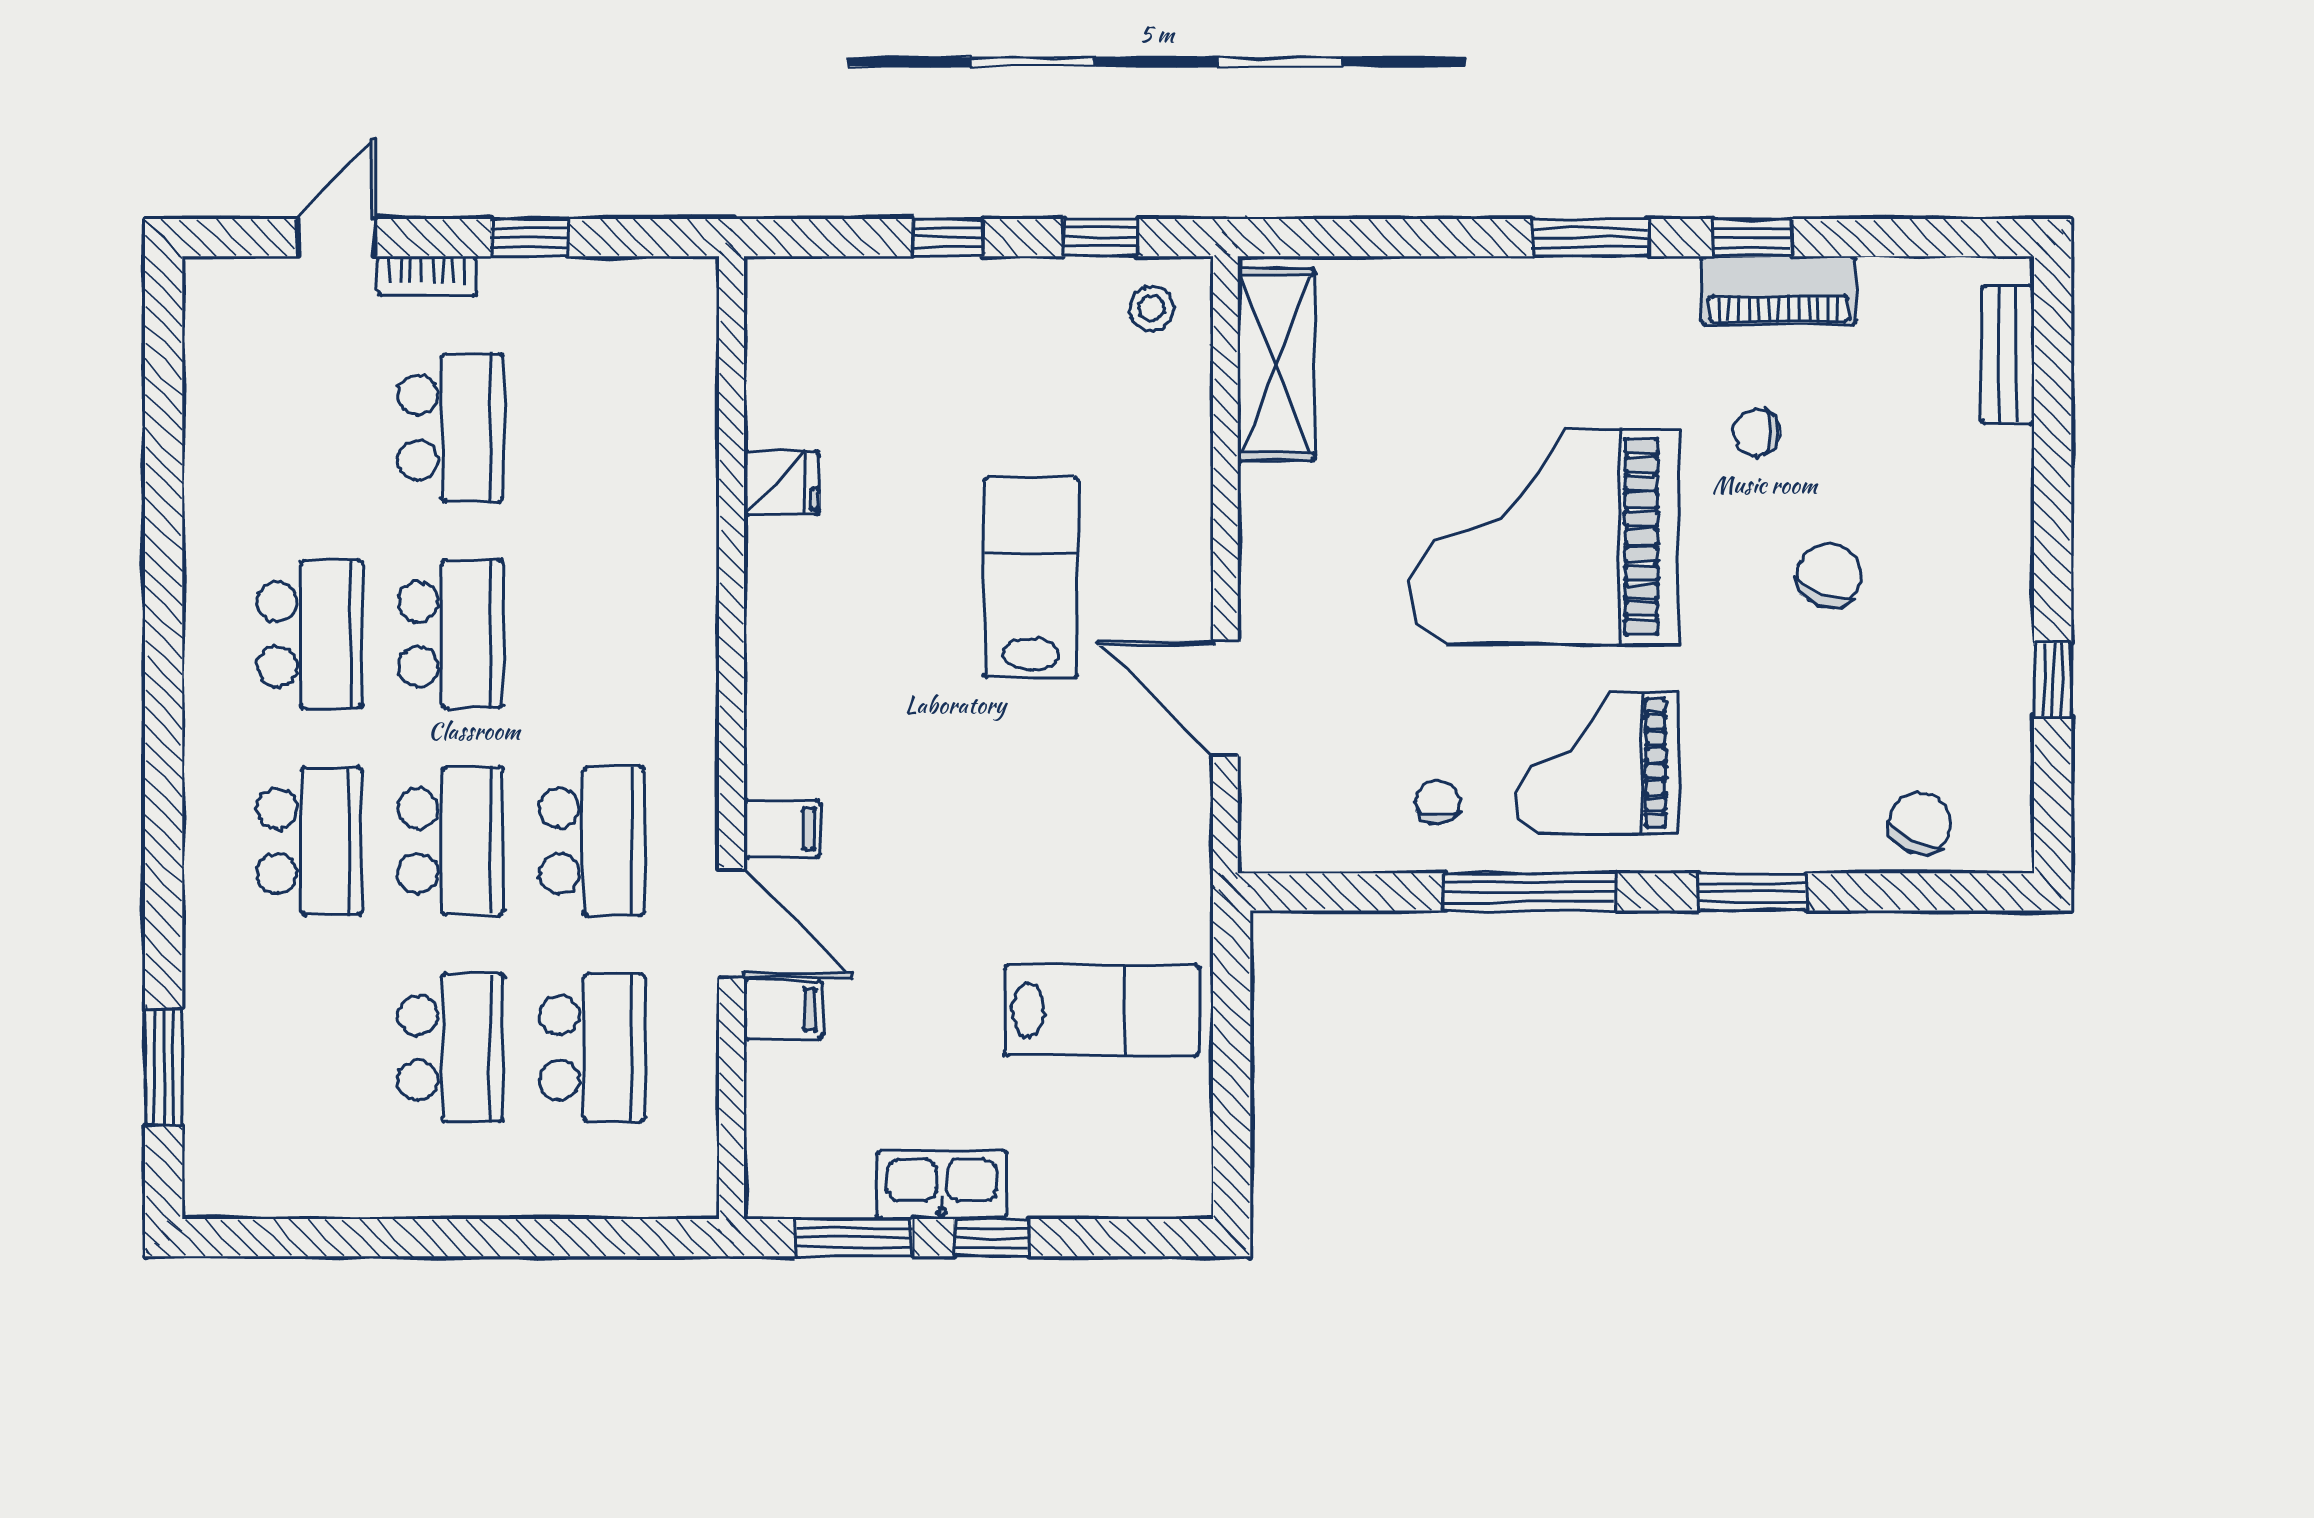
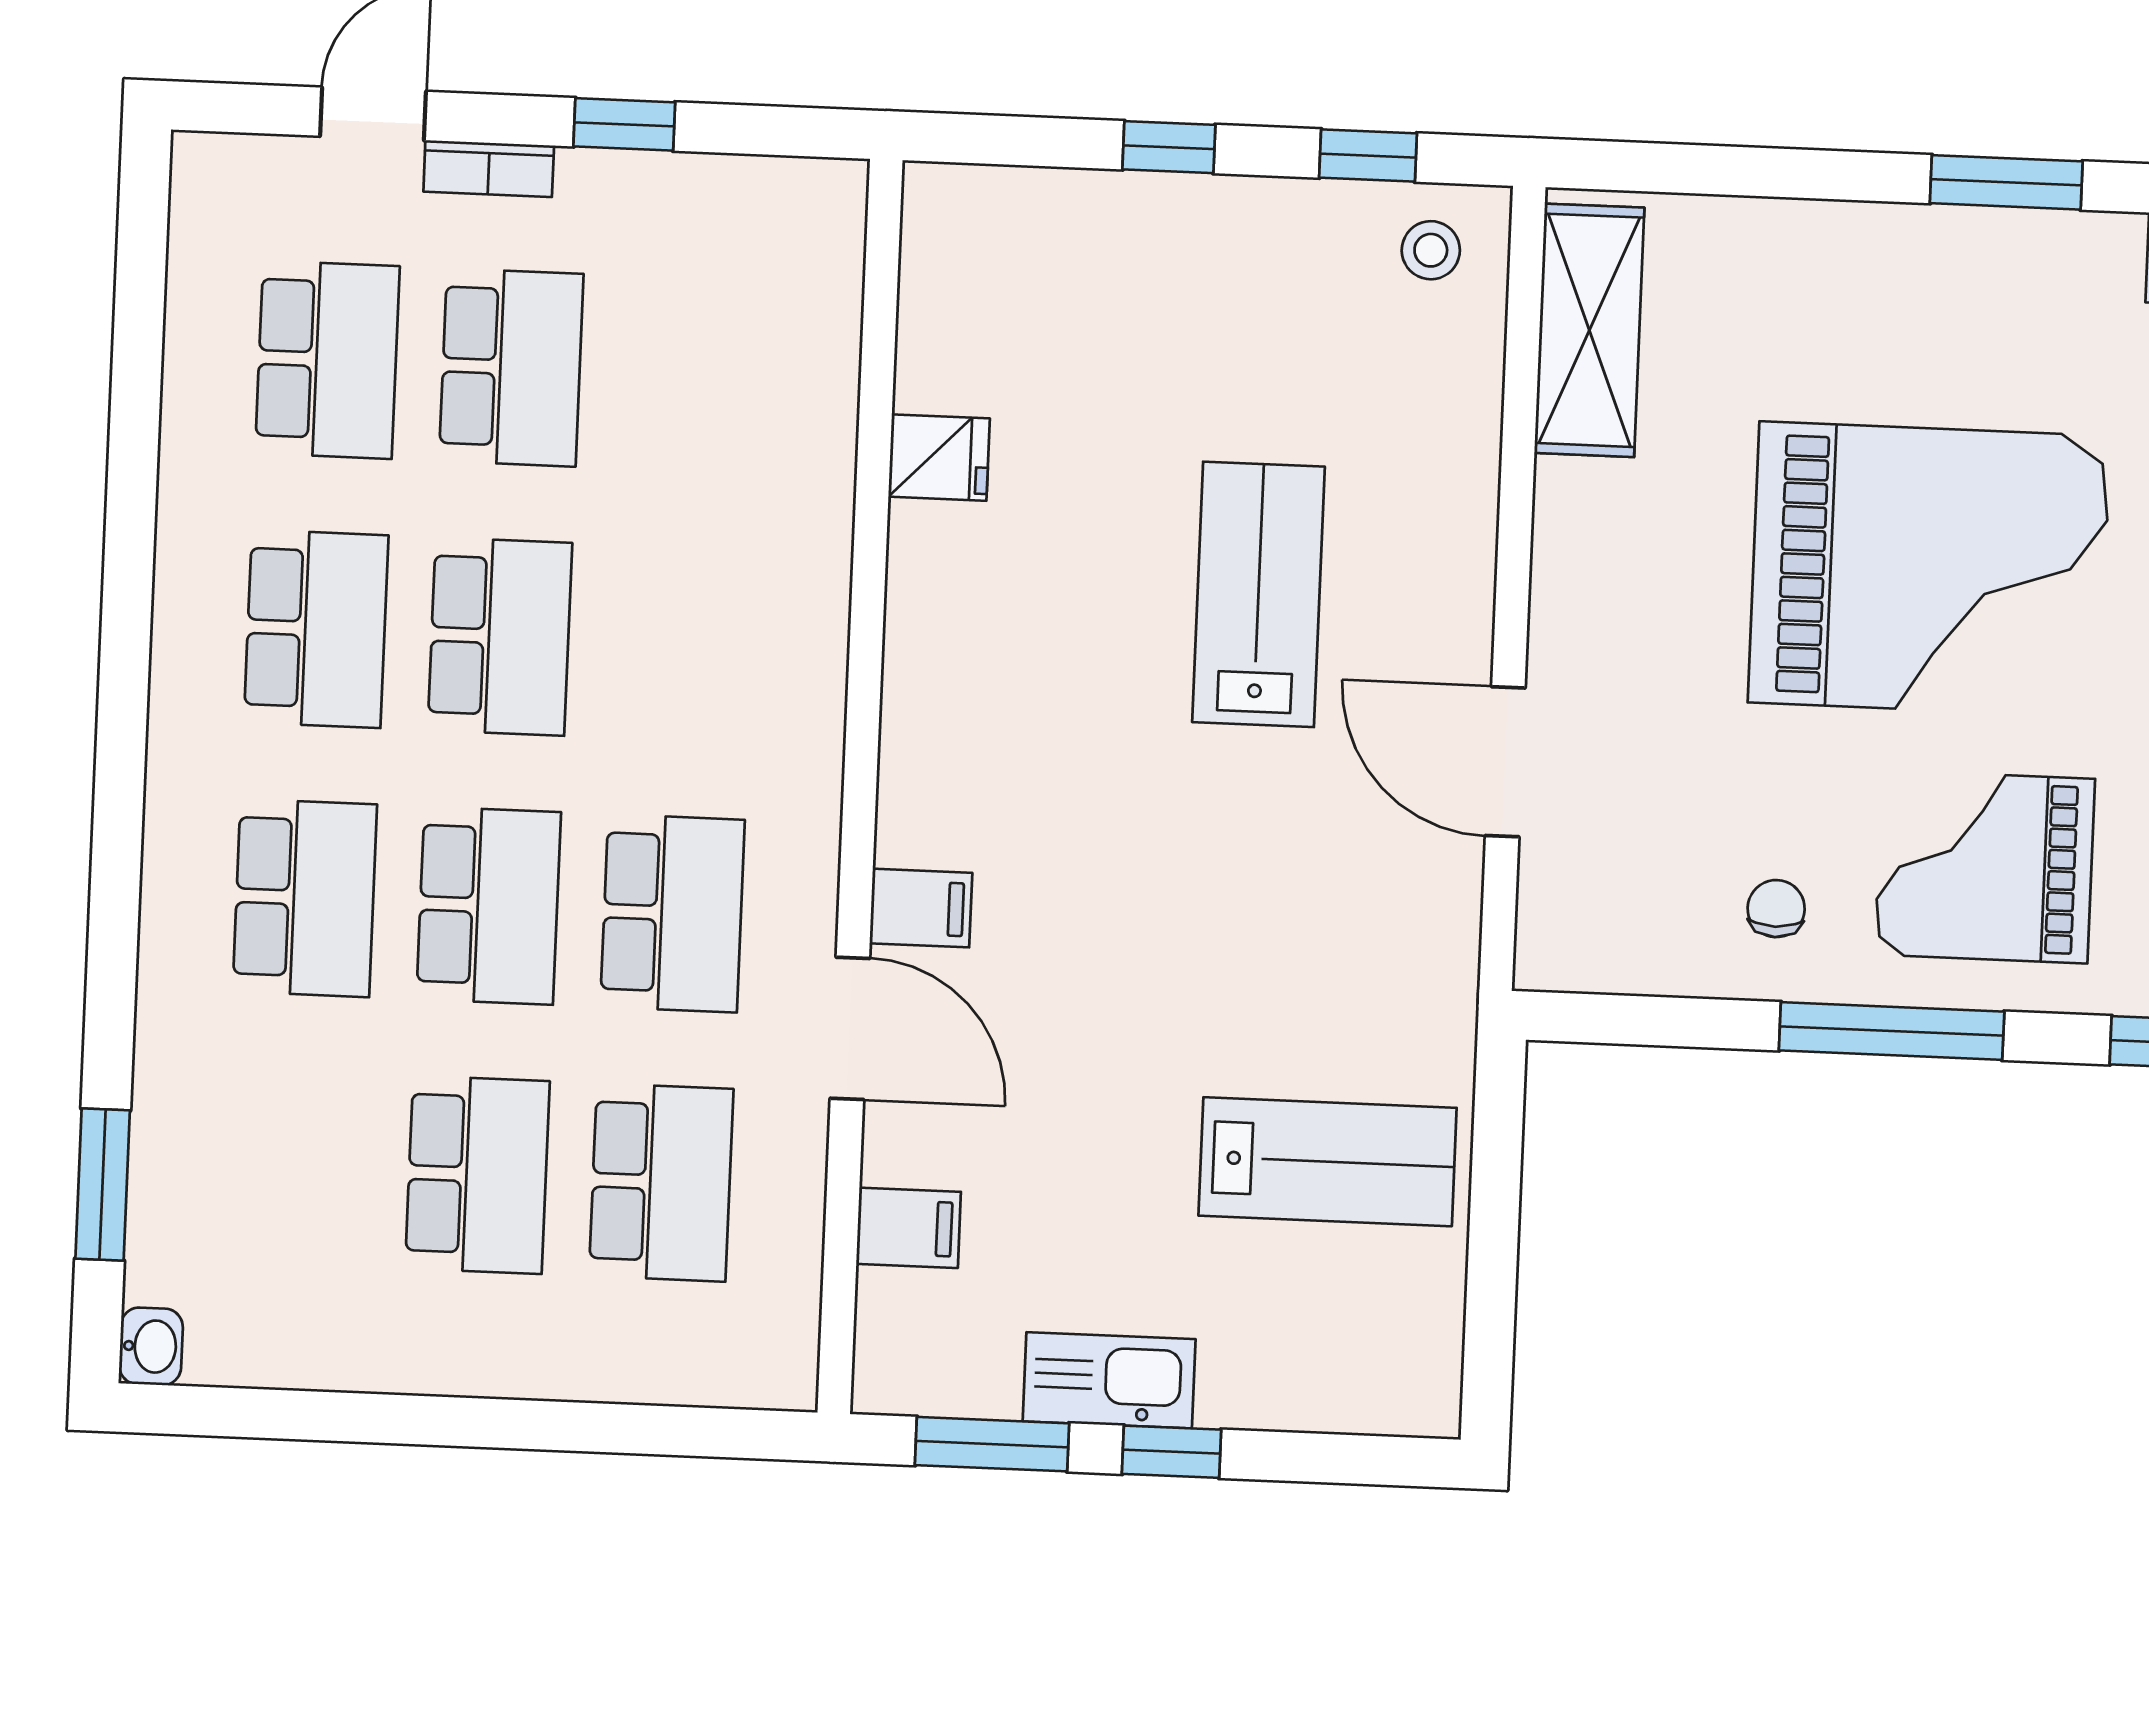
school desk: (309, 428) -> (327, 360), added
grand piano: (1544, 537) -> (1929, 569), turned 180
filing cabinet: (783, 1009) -> (909, 1228), moved
washbasin: (206, 1190) -> (151, 1346), added

